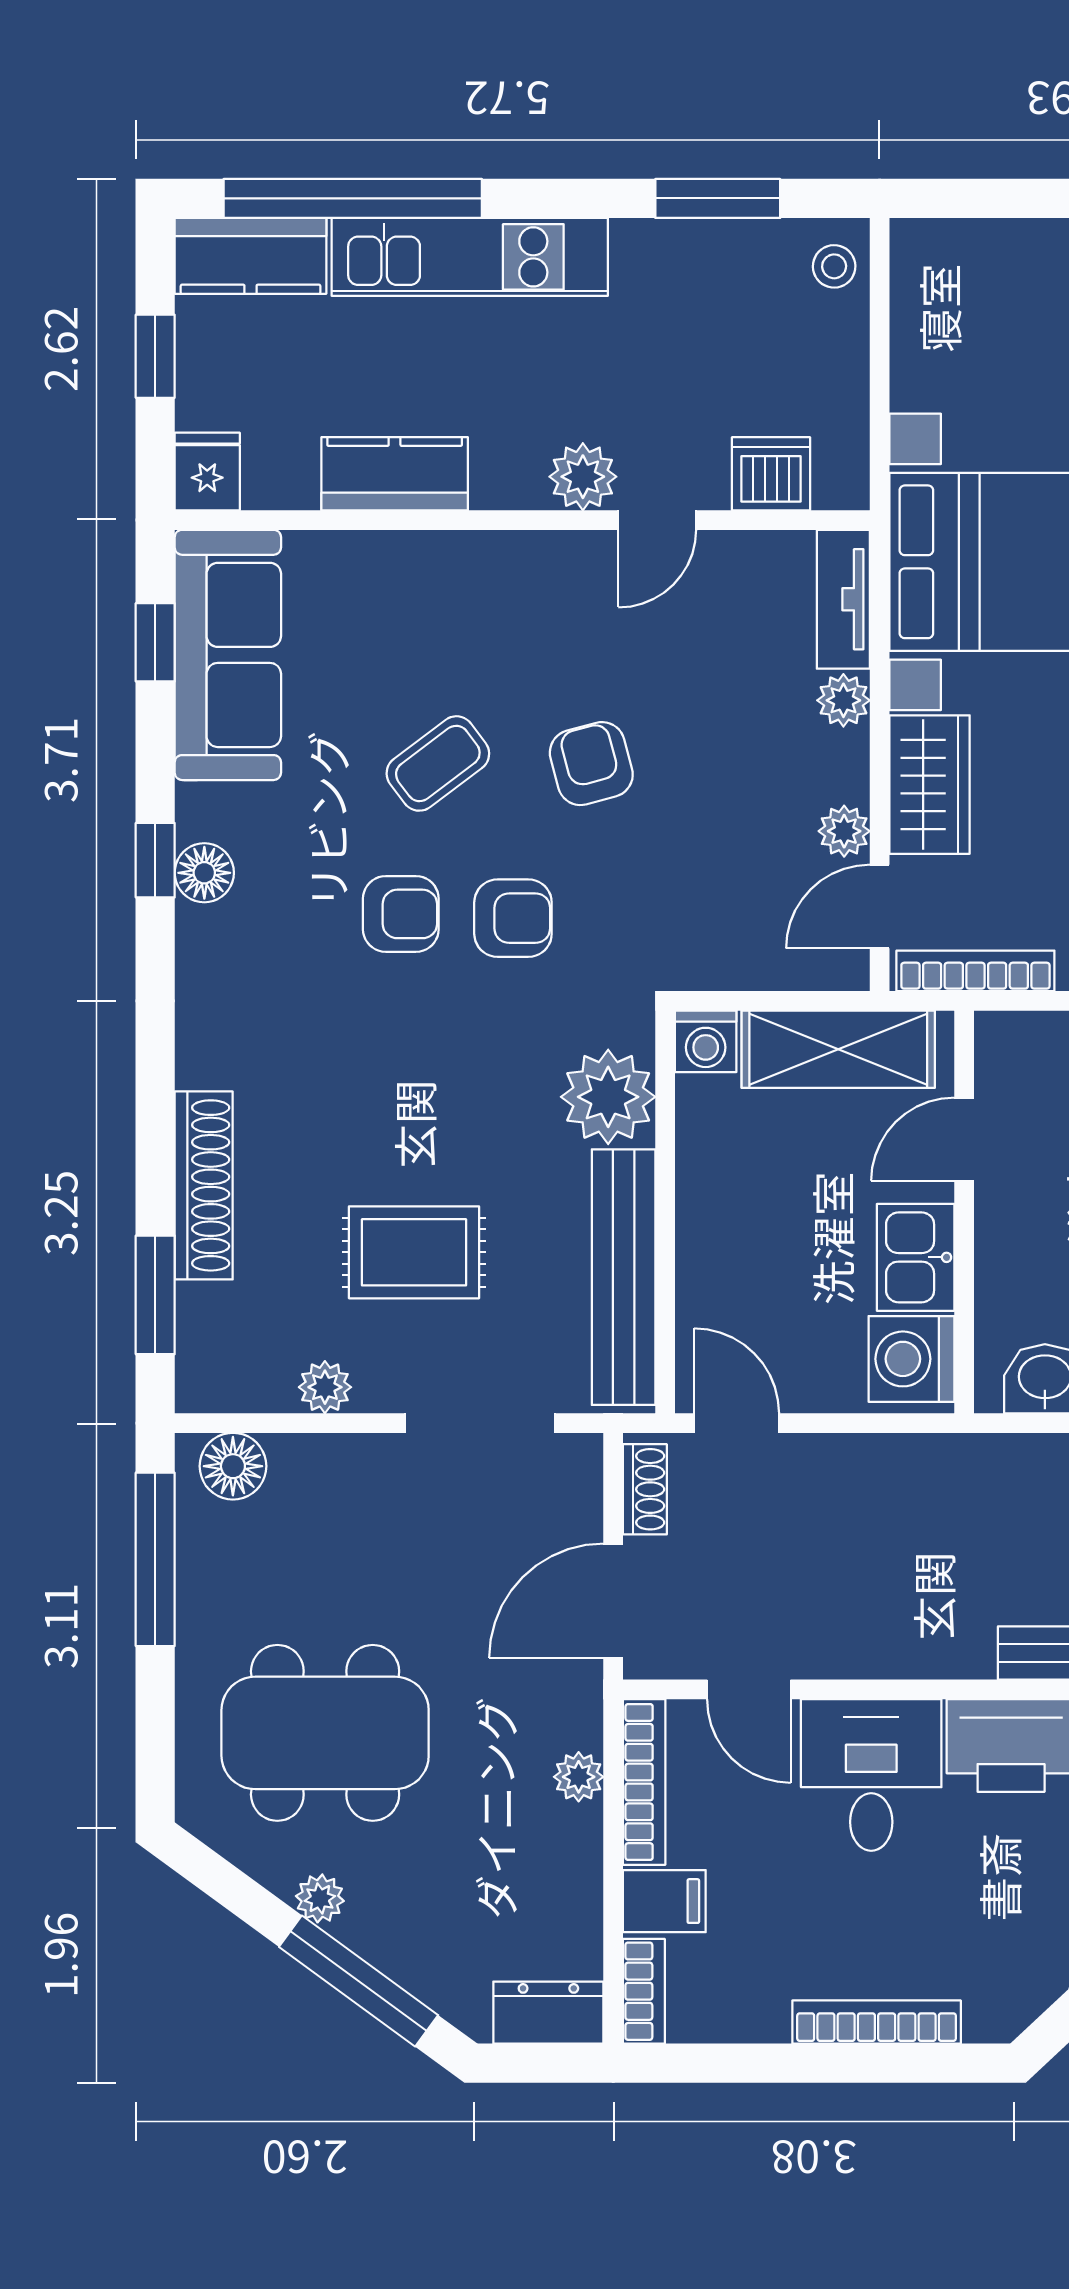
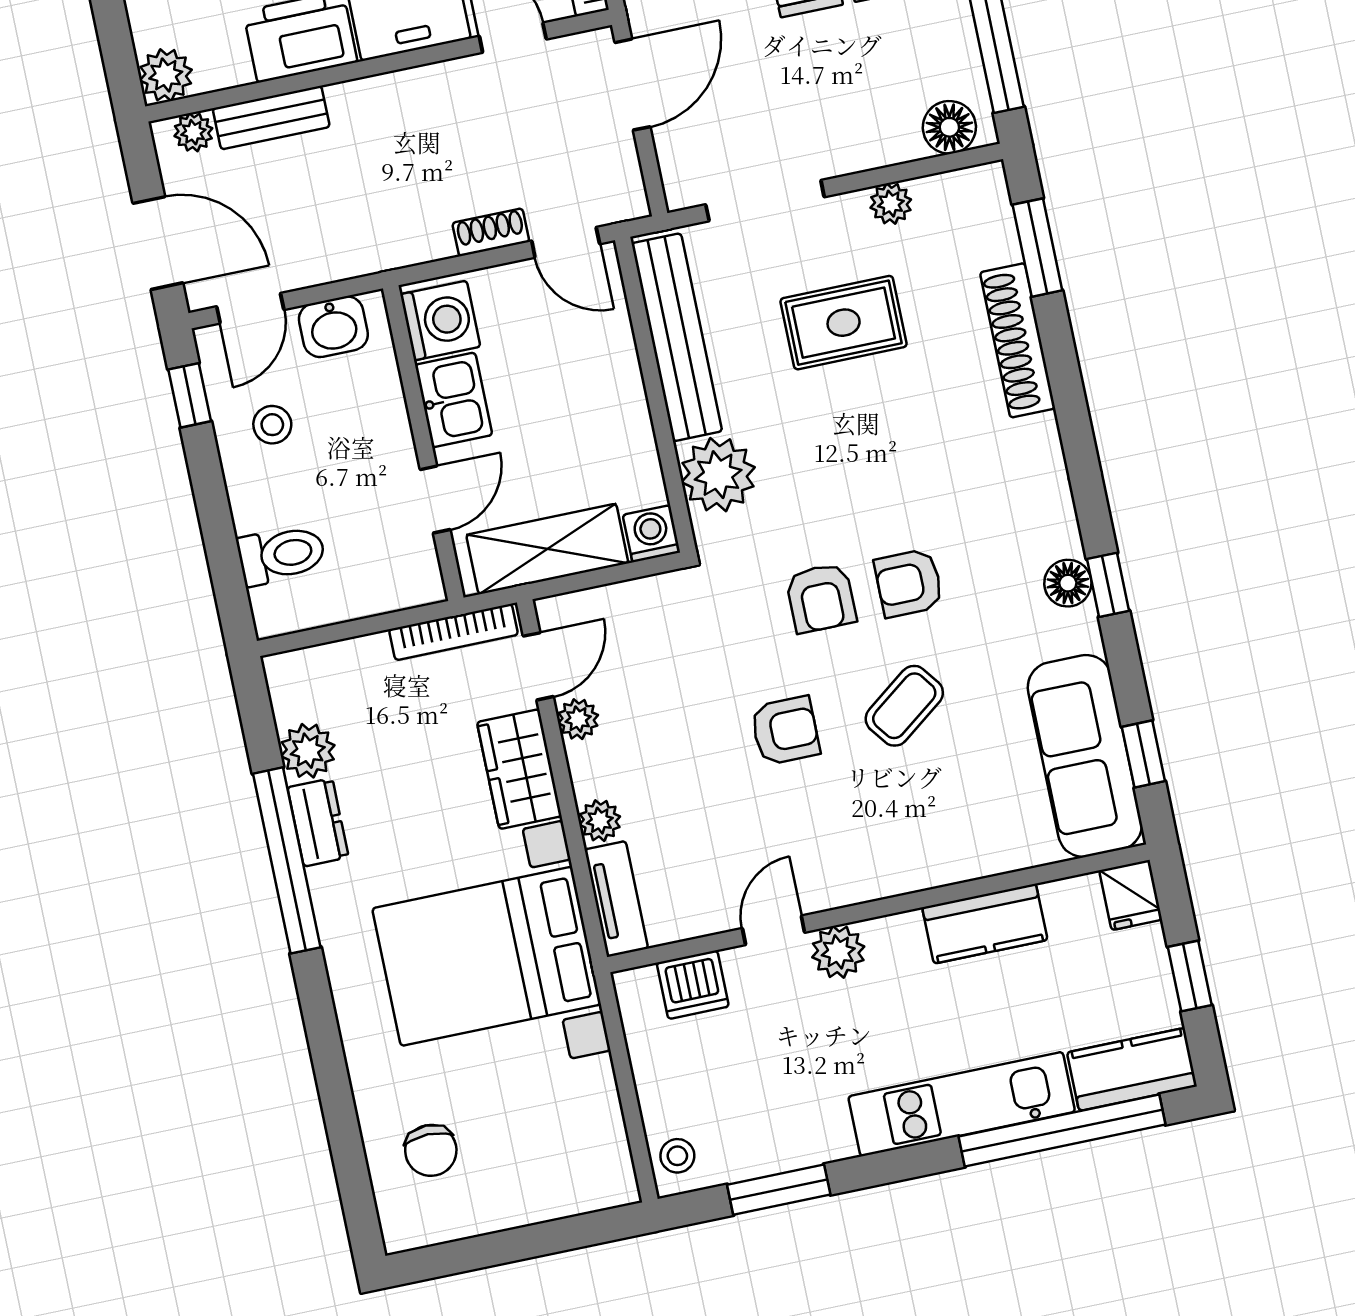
armchair: (591, 764) -> (785, 731), turned -75
armchair: (513, 918) -> (821, 598), turned -90
shoe rack: (645, 1489) -> (491, 232), moved, turned 90

